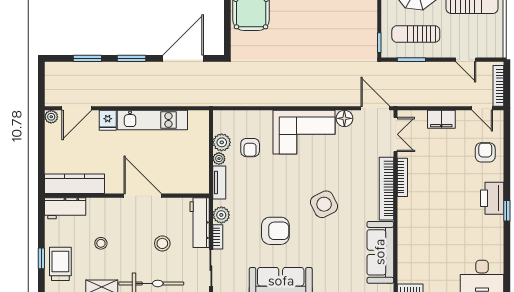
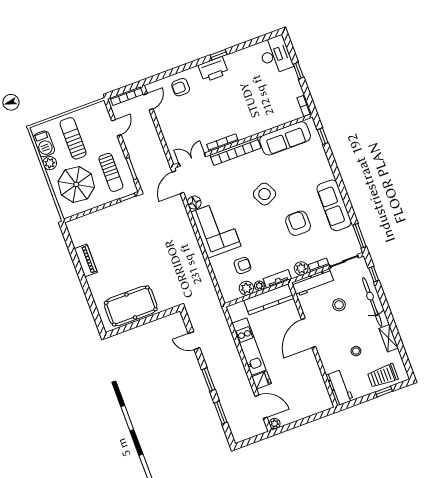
door: (183, 58) -> (194, 341), width x0.53
filing cabinet: (441, 119) -> (168, 129), removed
kitchen counter: (74, 184) -> (269, 299), moved, turned -90

